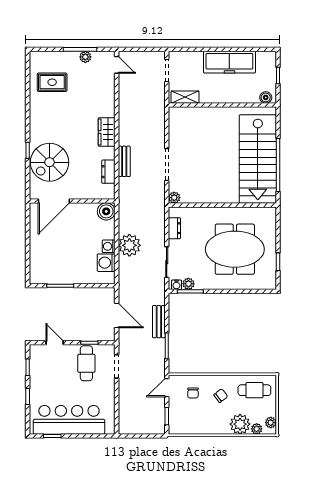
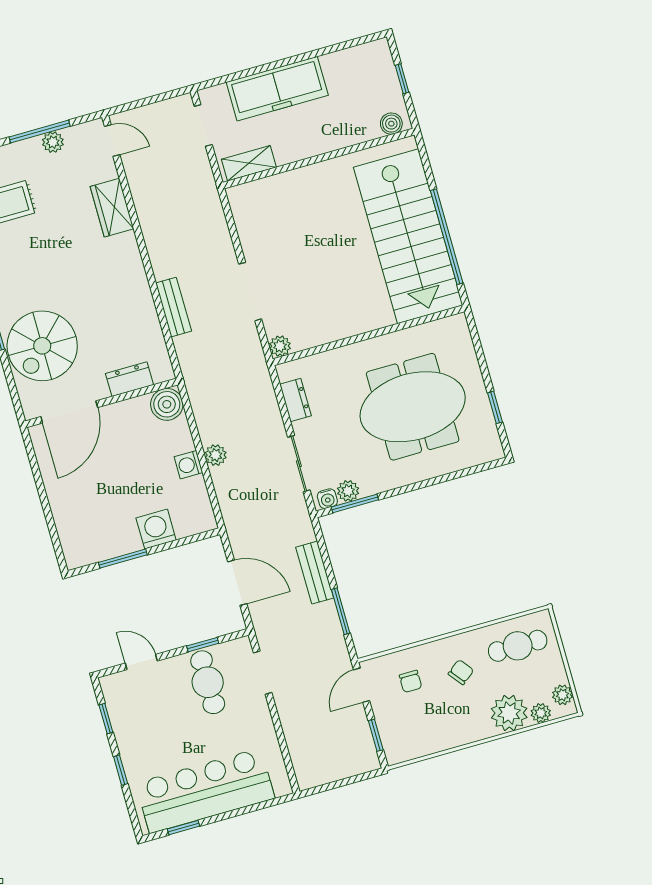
freezer: (229, 62) -> (277, 89), moved
wardrobe: (107, 132) -> (112, 208), moved
dresser: (108, 172) -> (130, 379), moved, turned 90
plant: (129, 245) -> (216, 455), width x0.53, depth x0.53
washing machine: (106, 263) -> (156, 529), moved, turned 90

